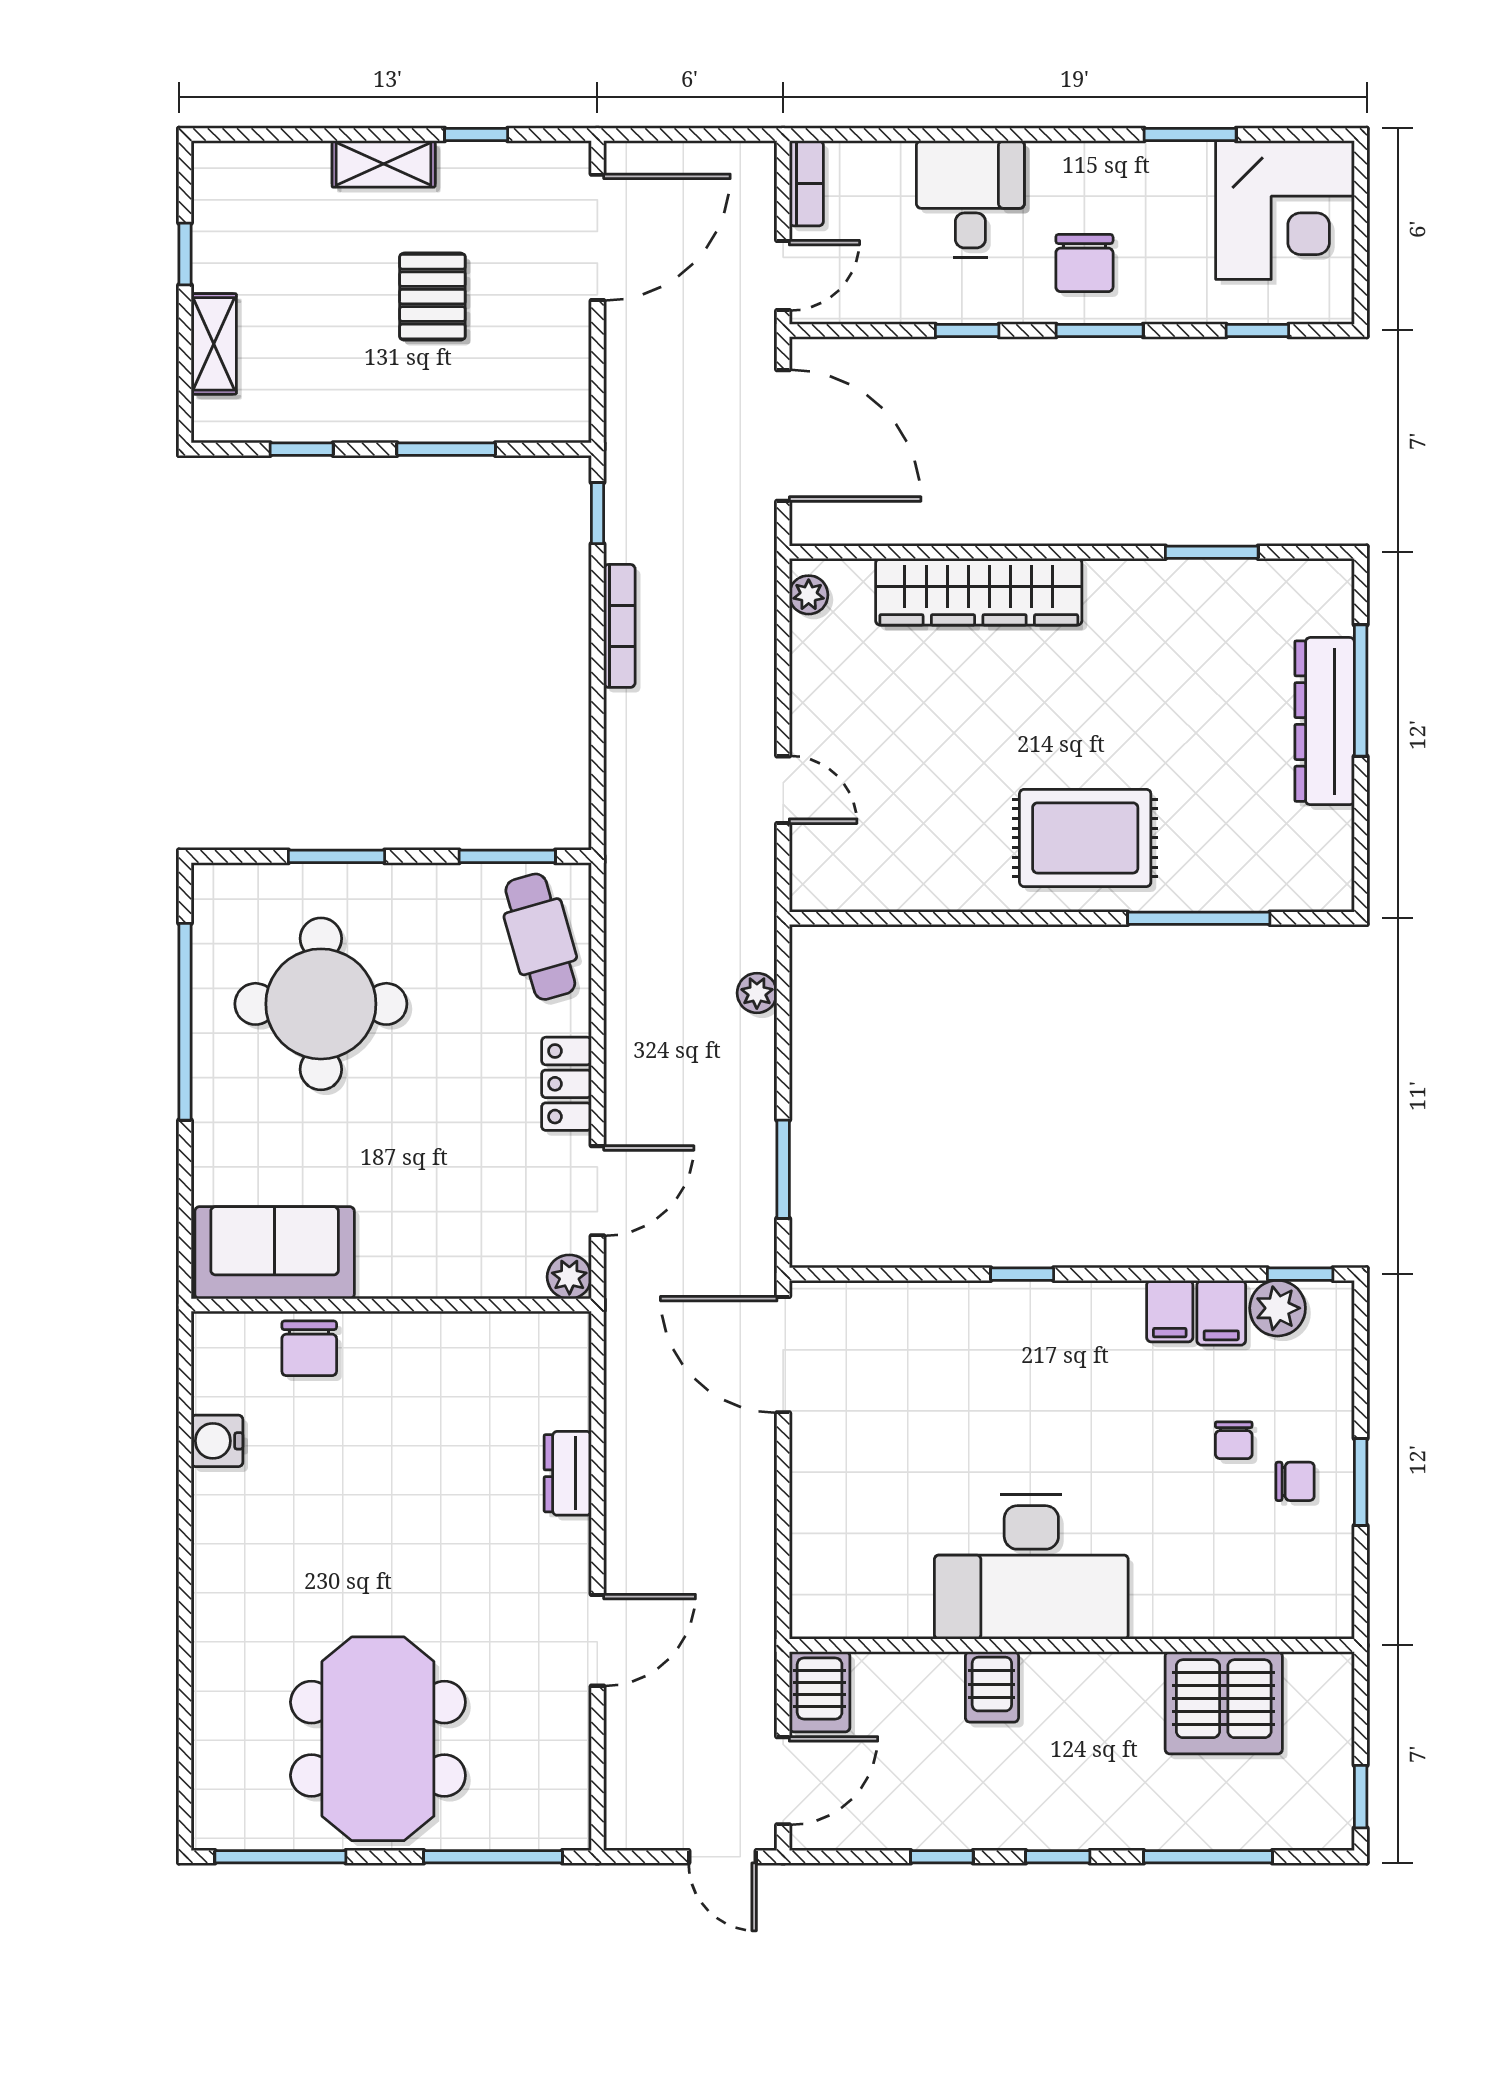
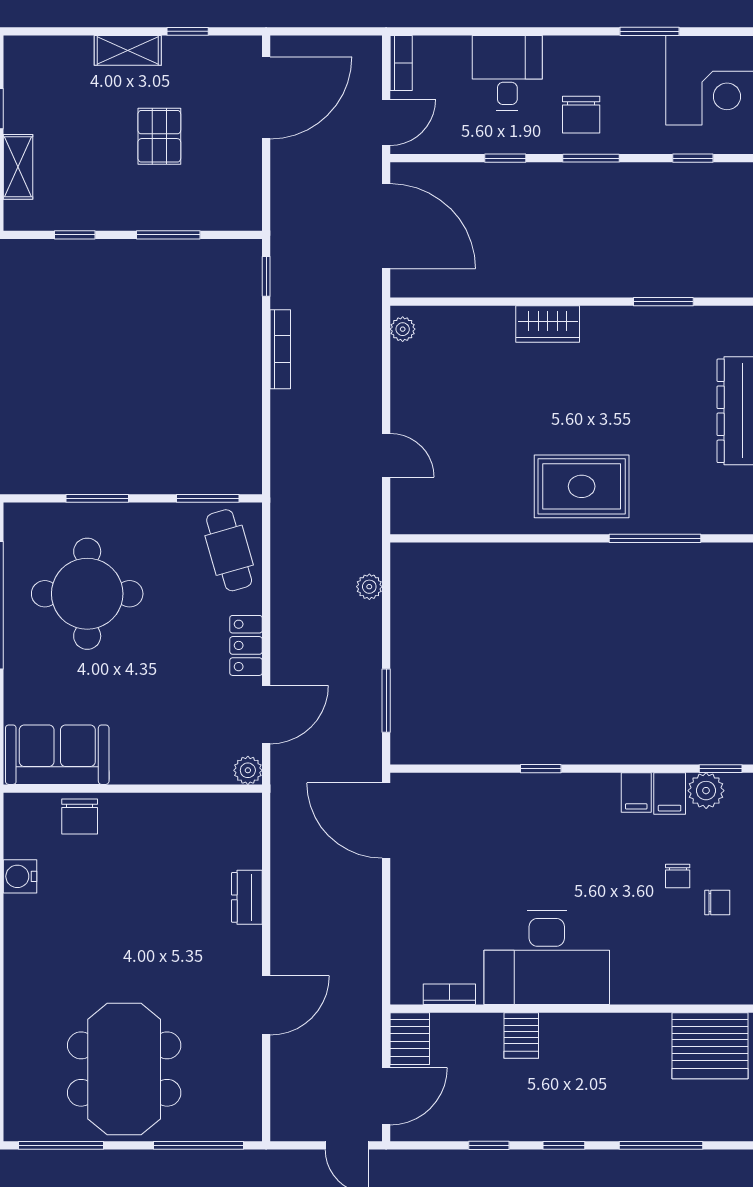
wardrobe: (979, 592) -> (548, 324), width x0.48, depth x0.85
bookcase: (881, 1623) -> (449, 994), added
server rack: (1224, 1703) -> (710, 1046), moved

